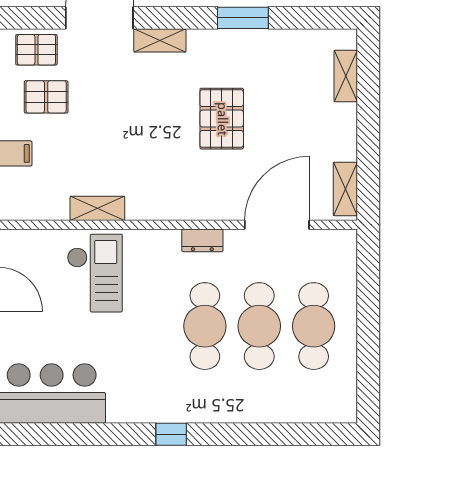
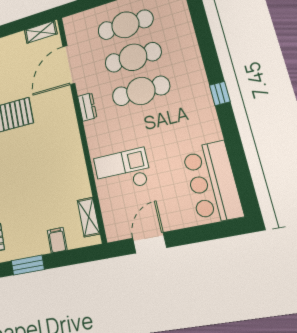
pallet: (46, 97) -> (20, 226), removed
shelving: (97, 208) -> (88, 217), moved
door: (277, 225) -> (69, 65), hinge flipped

